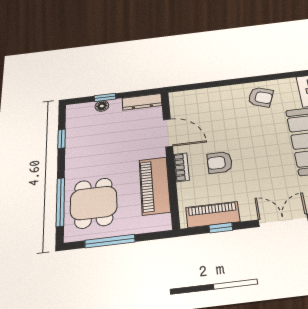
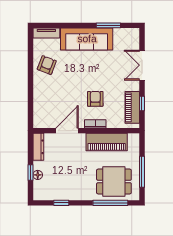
armchair: (220, 162) -> (95, 99), turned 180

